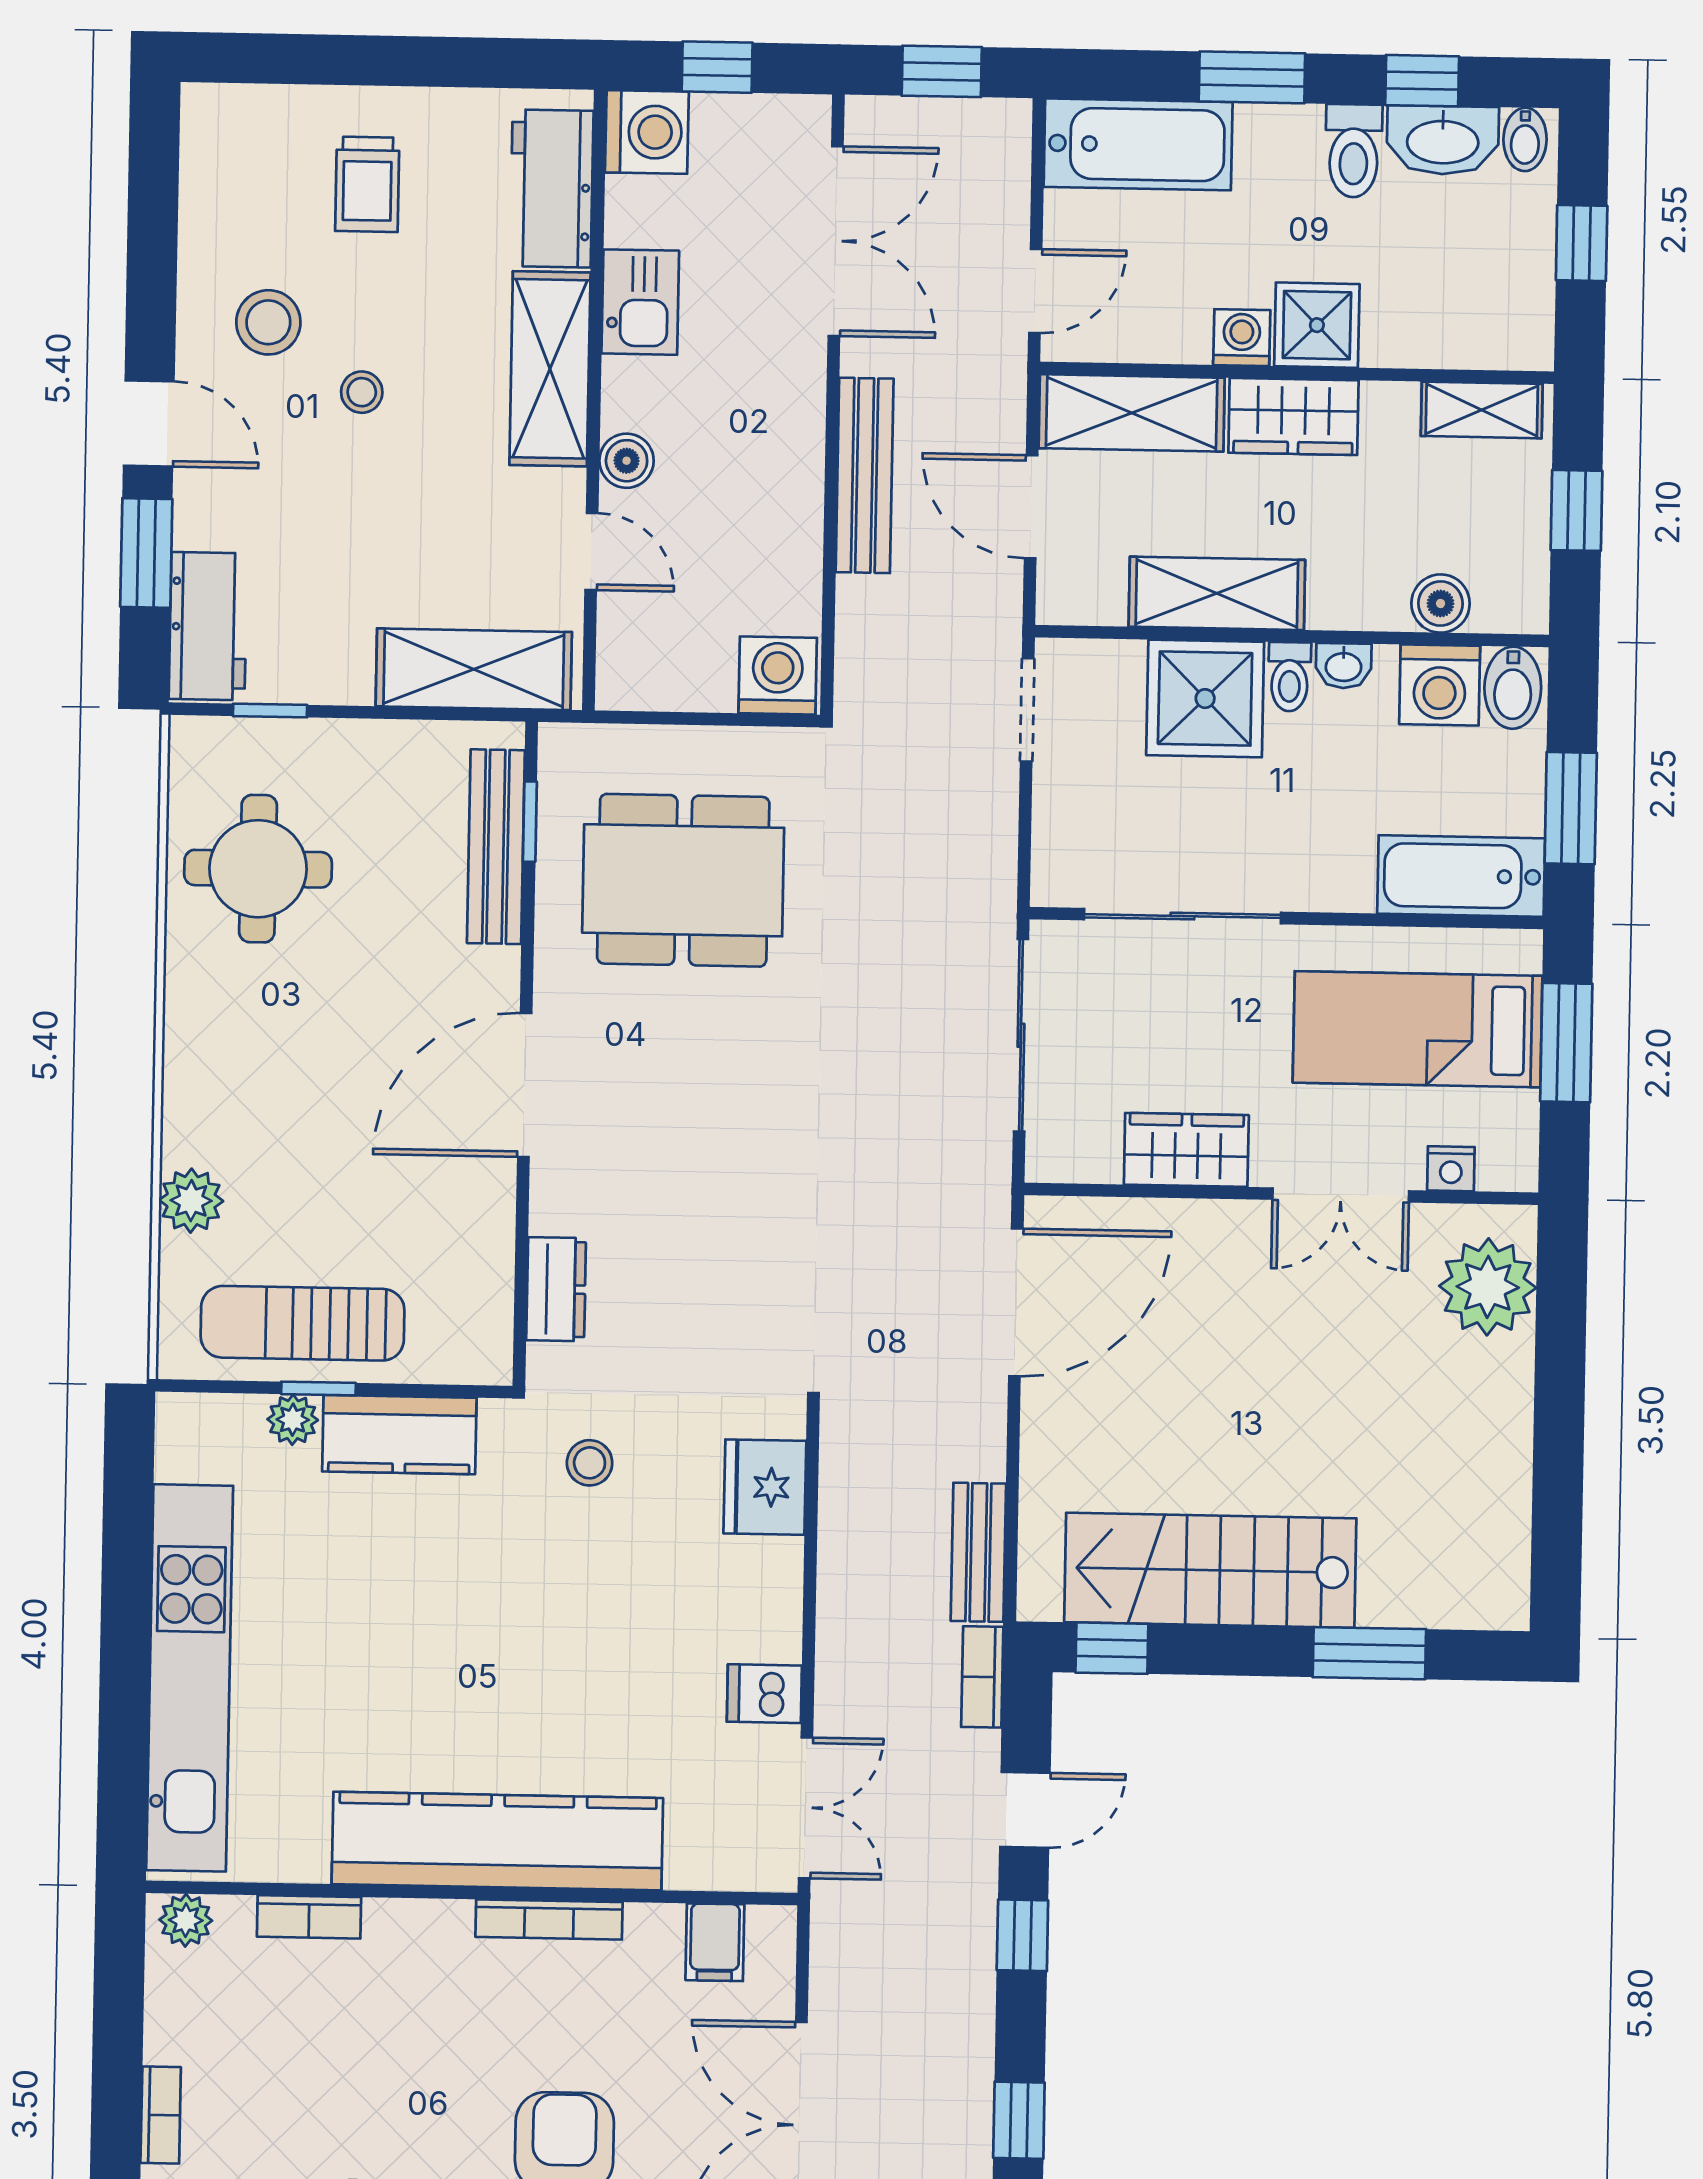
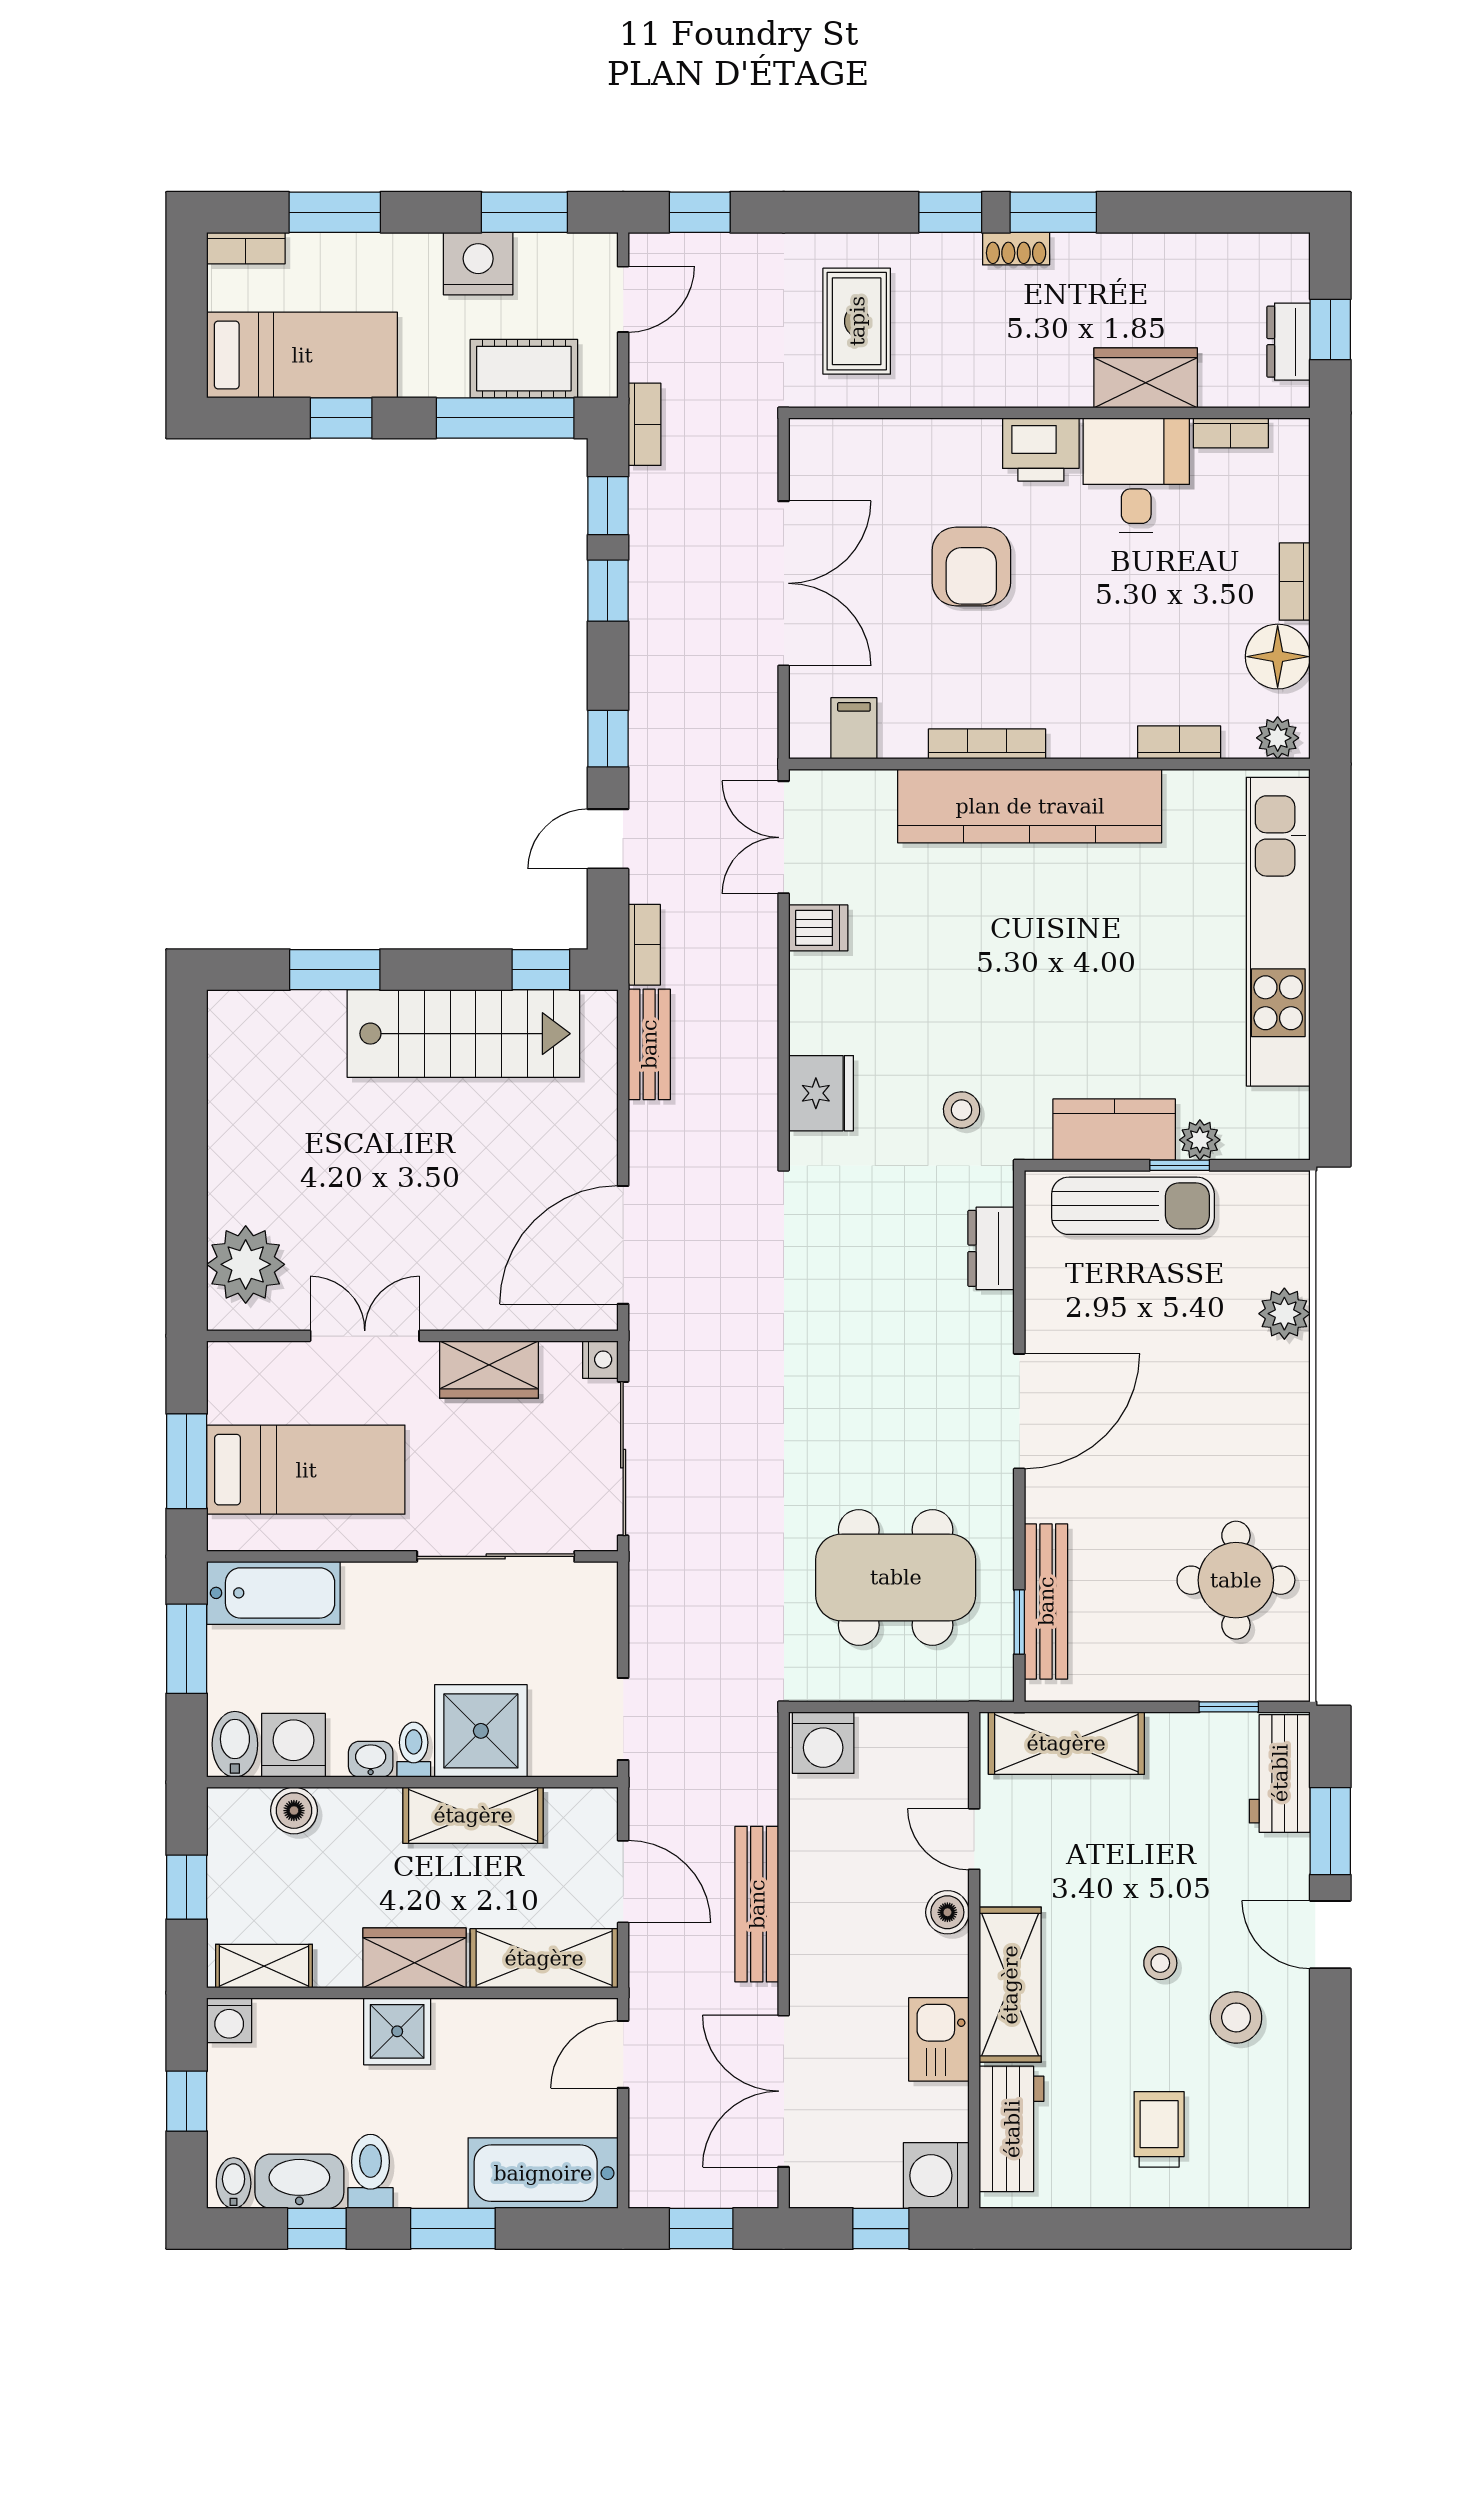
washing machine: (1242, 338) -> (229, 2020), moved
nightstand: (1451, 1169) -> (600, 1360), moved, turned 90
sun lounger: (303, 1323) -> (1133, 1206), moved
floor lamp: (184, 2022) -> (1278, 657), added

